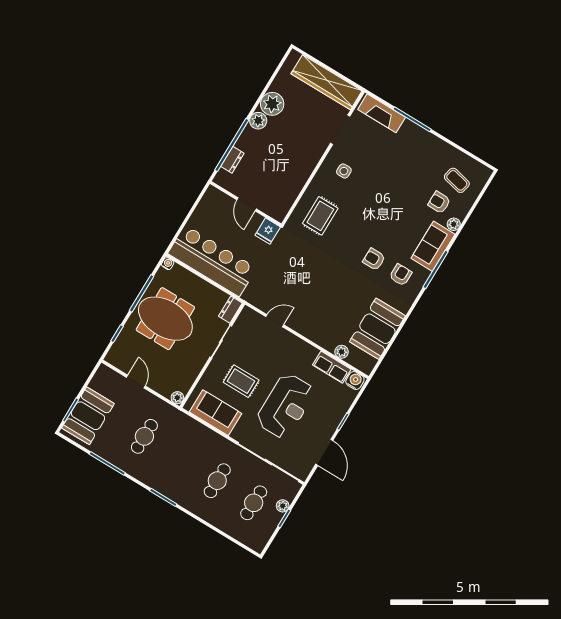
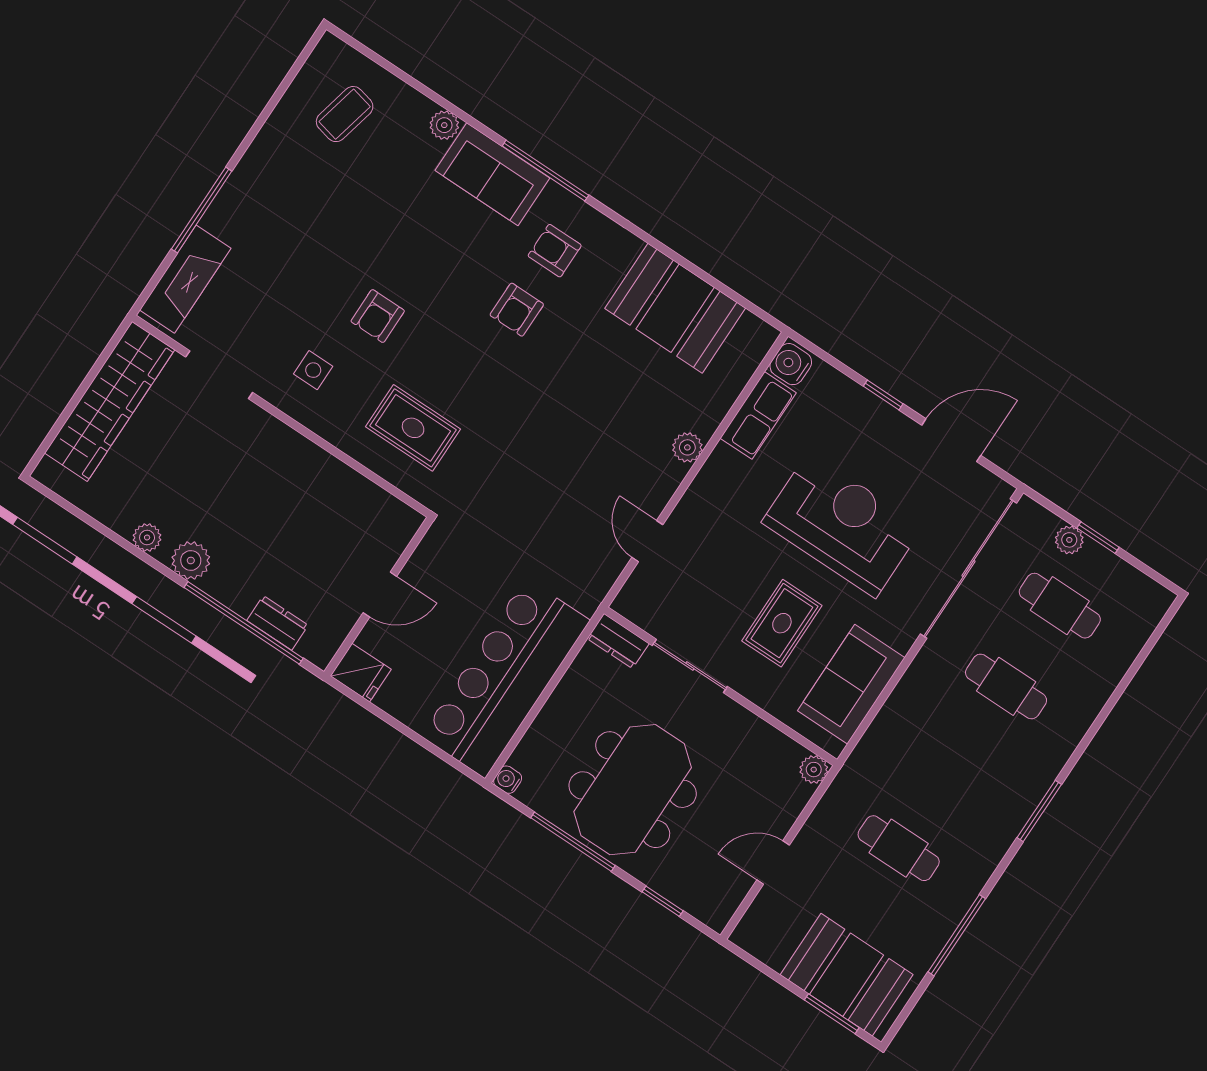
plant: (272, 104) -> (147, 538), width x0.53, depth x0.53
armchair: (439, 202) -> (378, 316), moved
fridge: (268, 231) -> (361, 673), moved
plant: (342, 352) -> (687, 447), moved

